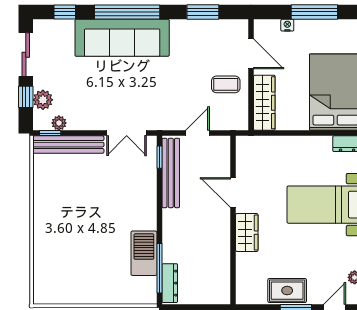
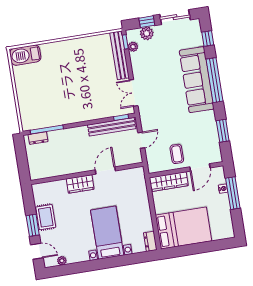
window: (314, 12) -> (233, 193), moved
door: (197, 133) -> (141, 140), hinge flipped
barbecue: (144, 253) -> (25, 55), moved, turned 180
dresser: (170, 283) -> (38, 138), width x0.70

